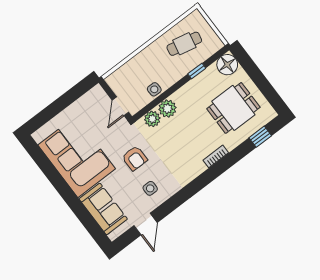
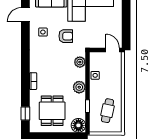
door: (120, 106) -> (113, 50), moved
plant: (167, 109) -> (79, 87), moved
armchair: (135, 158) -> (66, 36), turned 180
door: (146, 224) -> (25, 15), hinge flipped

